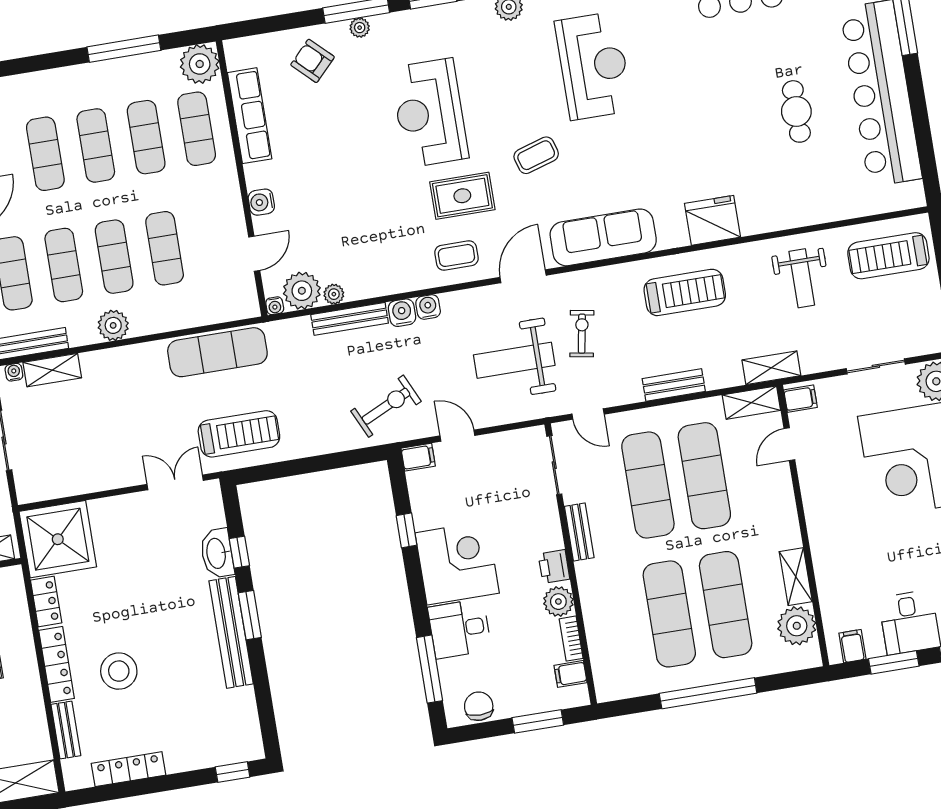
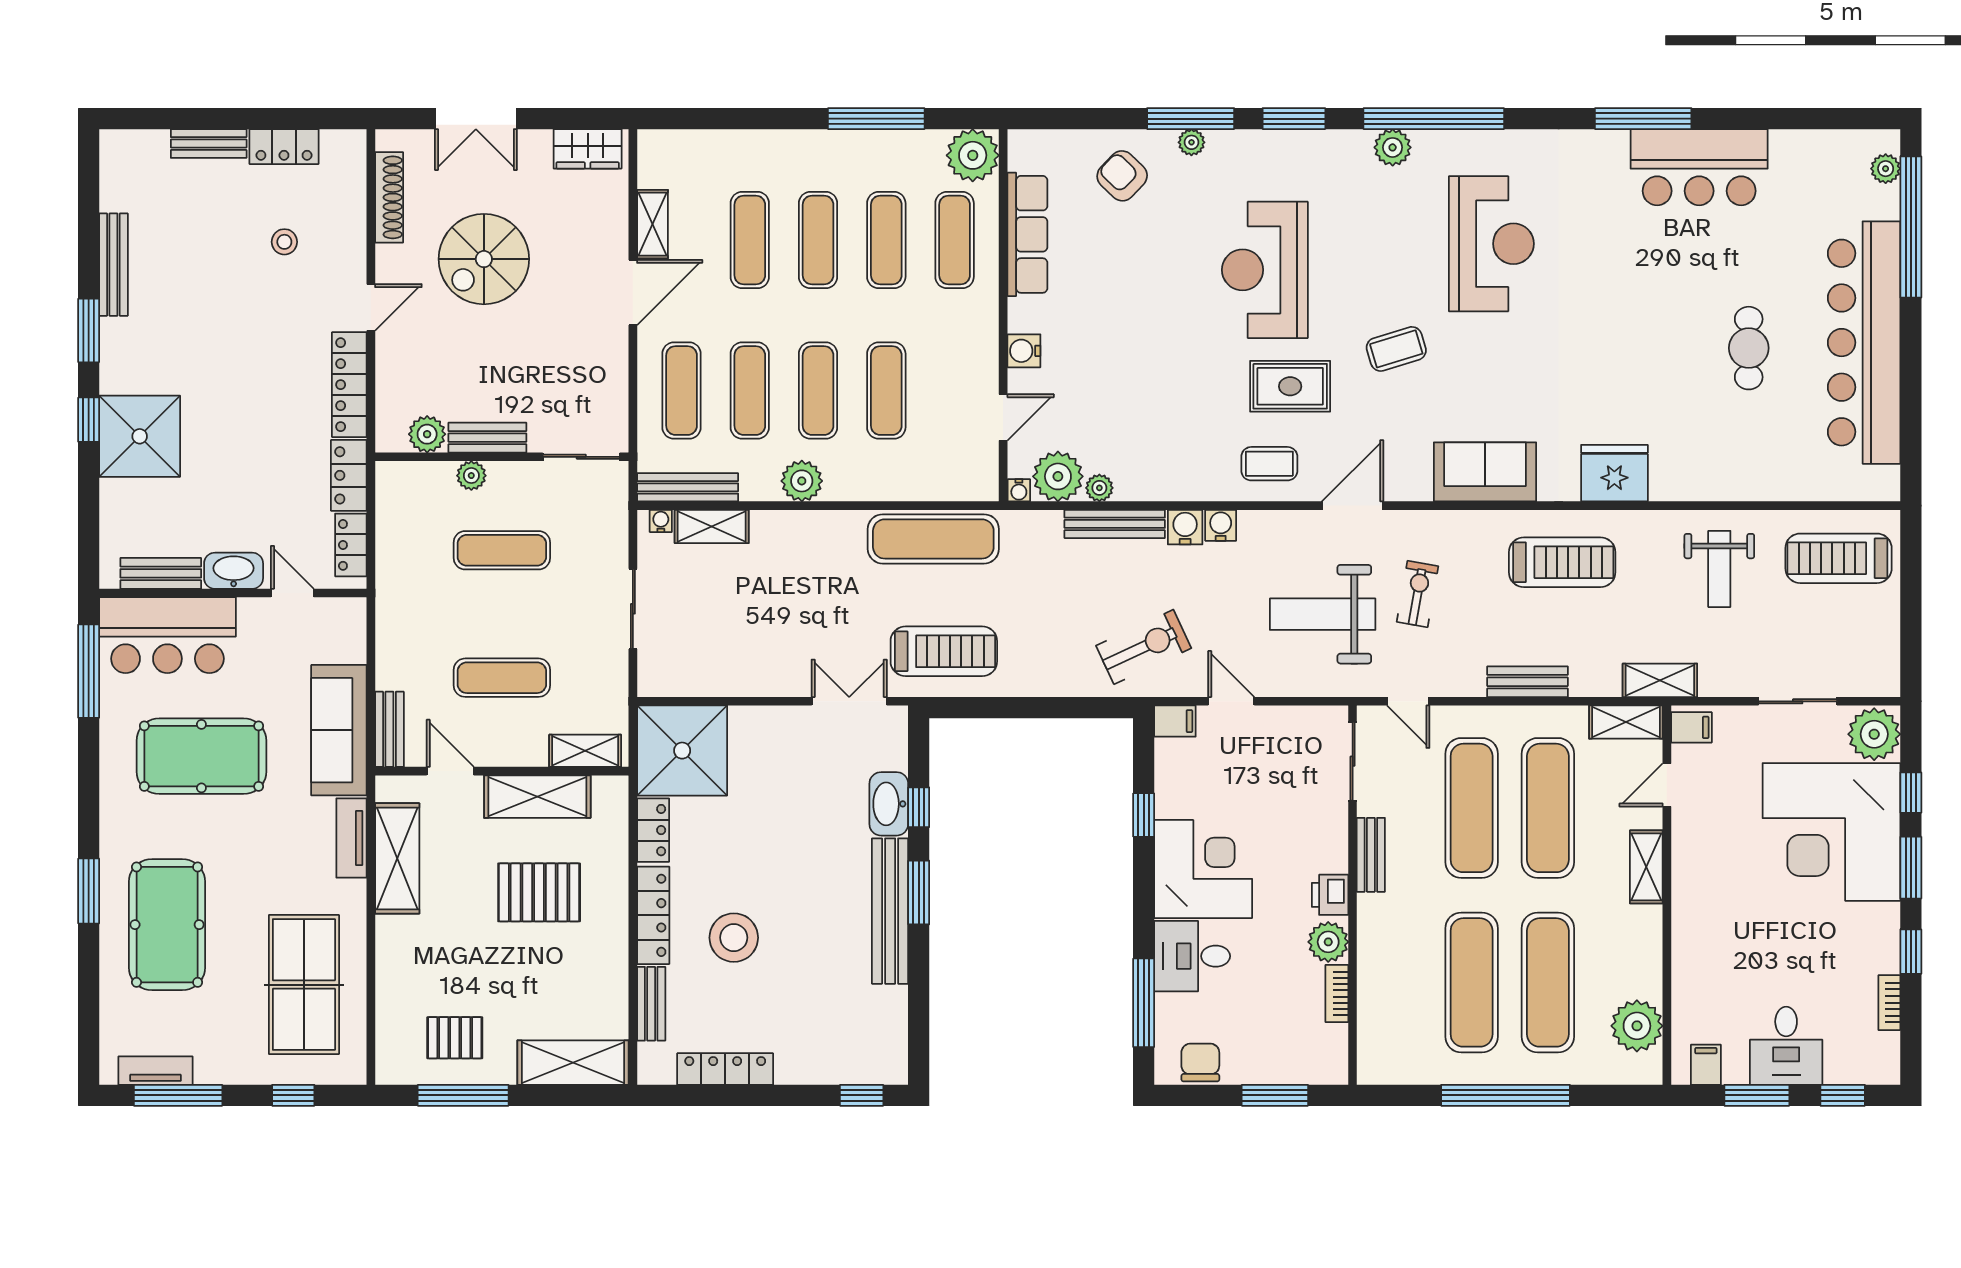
sofa: (603, 237) -> (1485, 472), width x0.73
shelving: (796, 577) -> (1646, 867), moved
filing cabinet: (571, 674) -> (1328, 1040), removed

